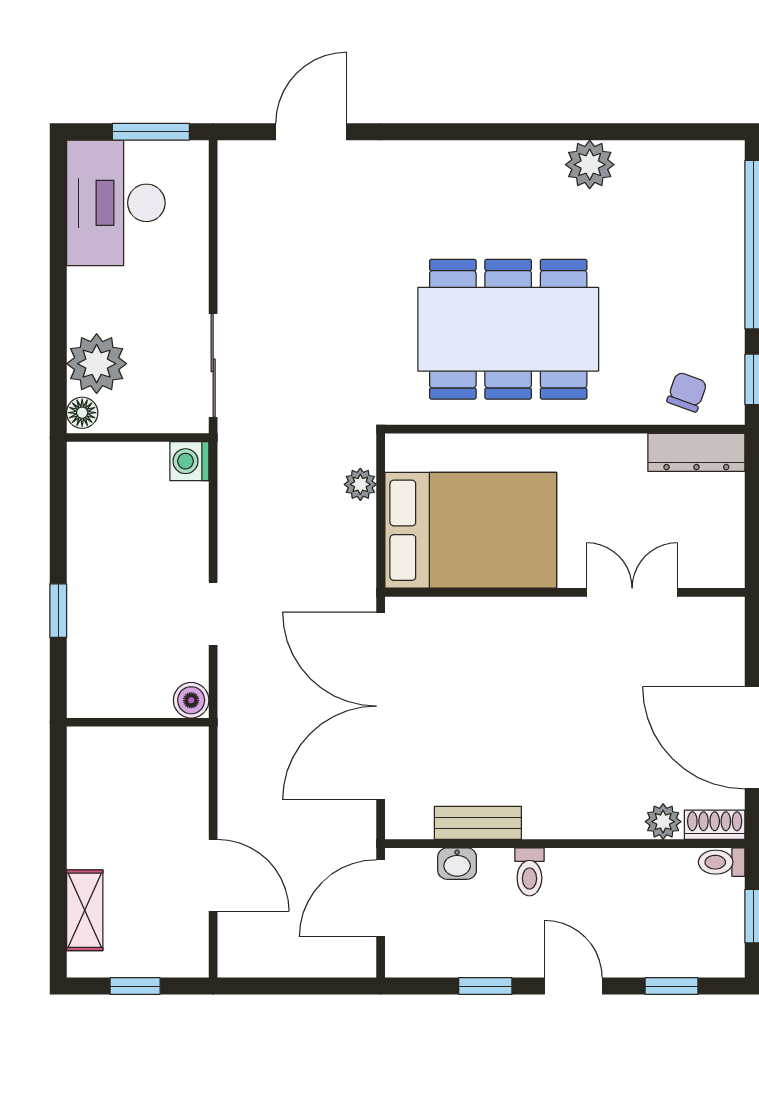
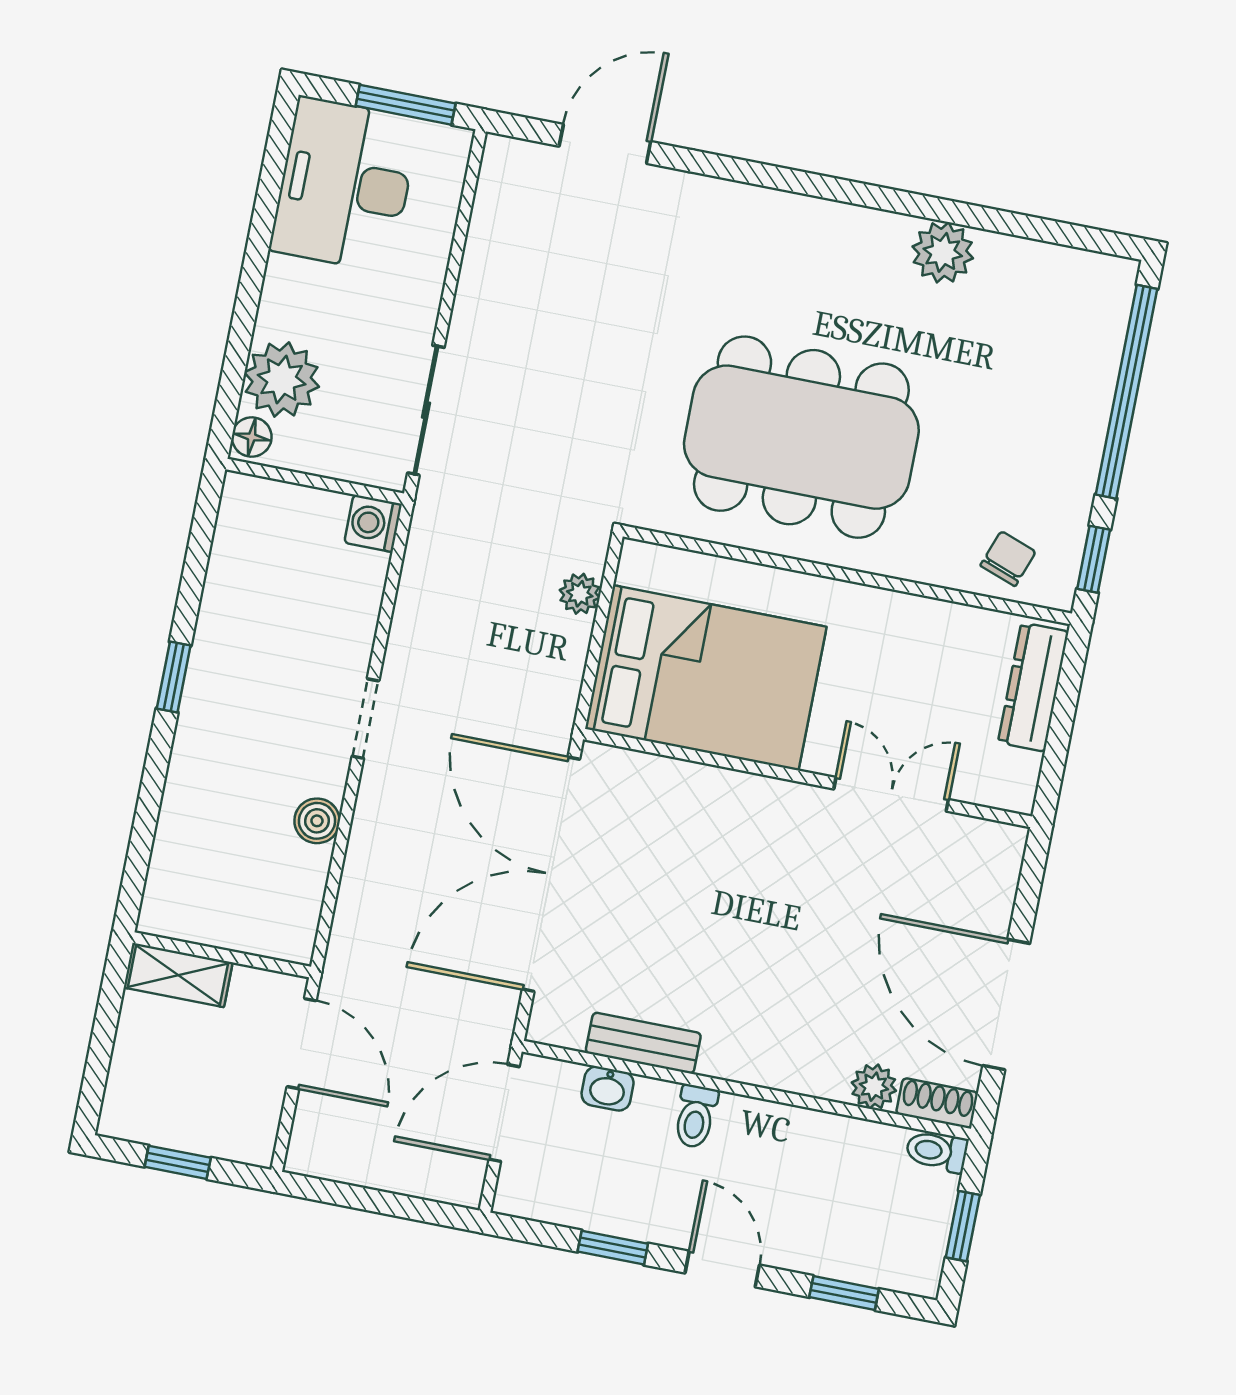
dresser: (696, 452) -> (1033, 687), moved, turned 90
wall: (138, 722) -> (222, 955), moved
shelving: (85, 910) -> (178, 975), moved, turned 90

